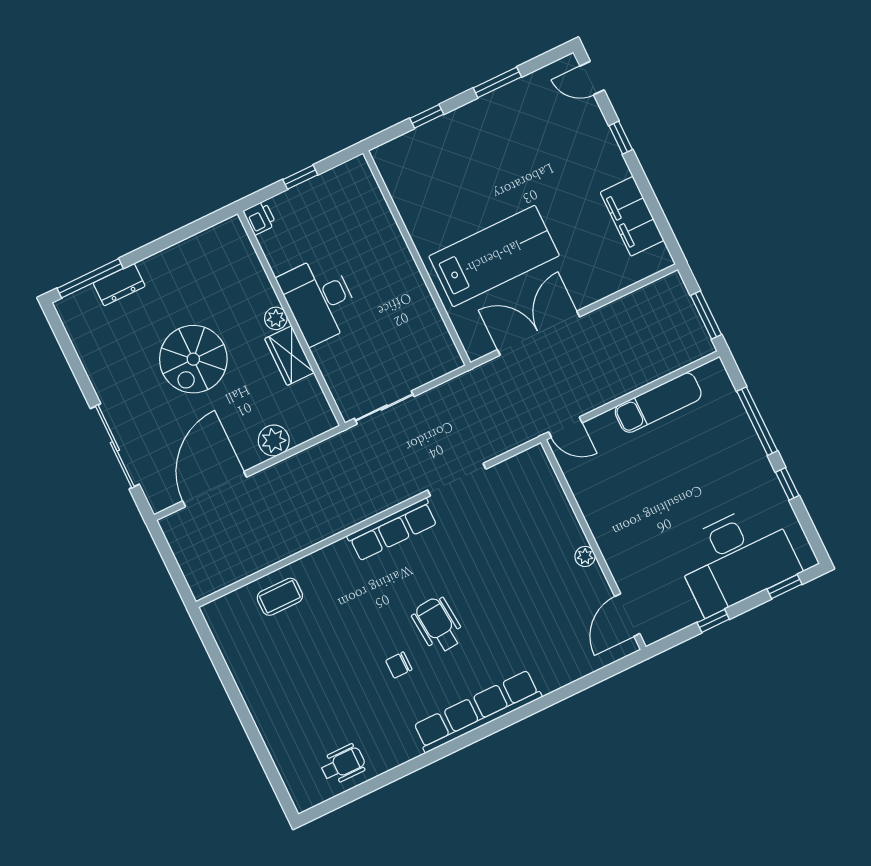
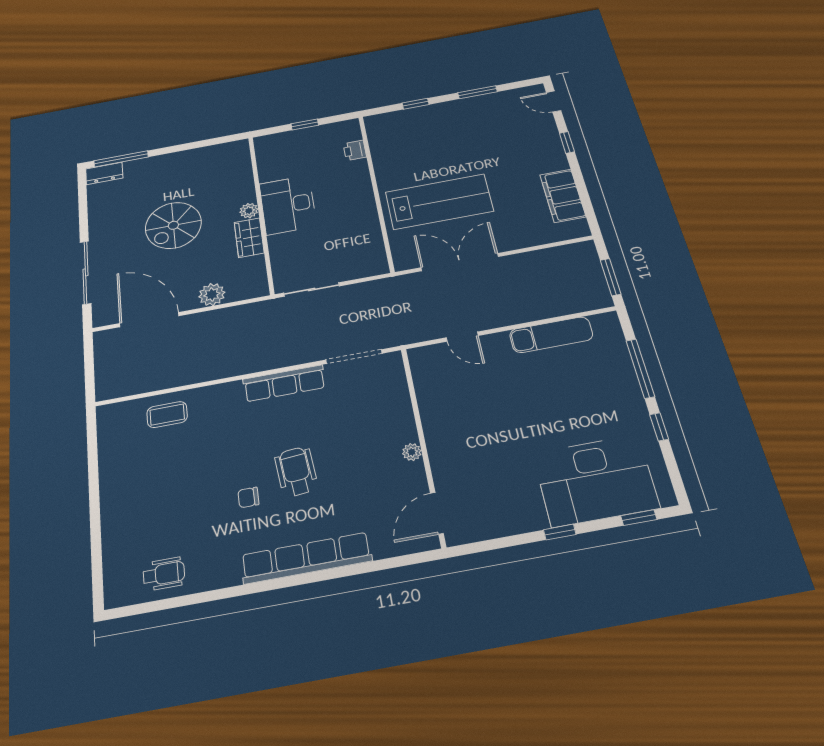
printer: (260, 218) -> (355, 150), moved, turned 180
dresser: (119, 285) -> (104, 173), moved
door: (215, 489) -> (149, 320), hinge flipped
wall: (593, 545) -> (423, 444), moved
plant: (585, 556) -> (412, 452), moved
door: (627, 615) -> (437, 513), moved

